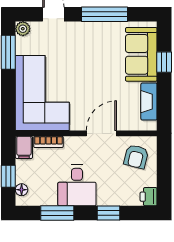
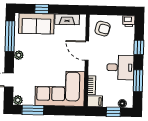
window: (105, 14) -> (10, 36), moved
plant: (92, 28) -> (19, 55), added

